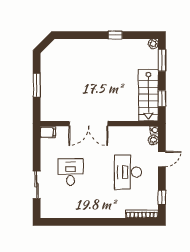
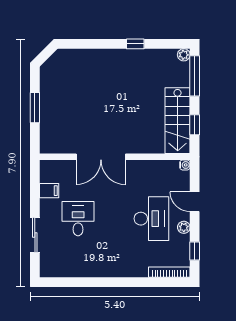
window: (162, 60) -> (195, 76), width x1.44
filing cabinet: (48, 132) -> (49, 191), moved
plant: (153, 140) -> (184, 227), moved
door: (162, 159) -> (195, 202), swing flipped
desk: (128, 172) -> (151, 219), turned 180

